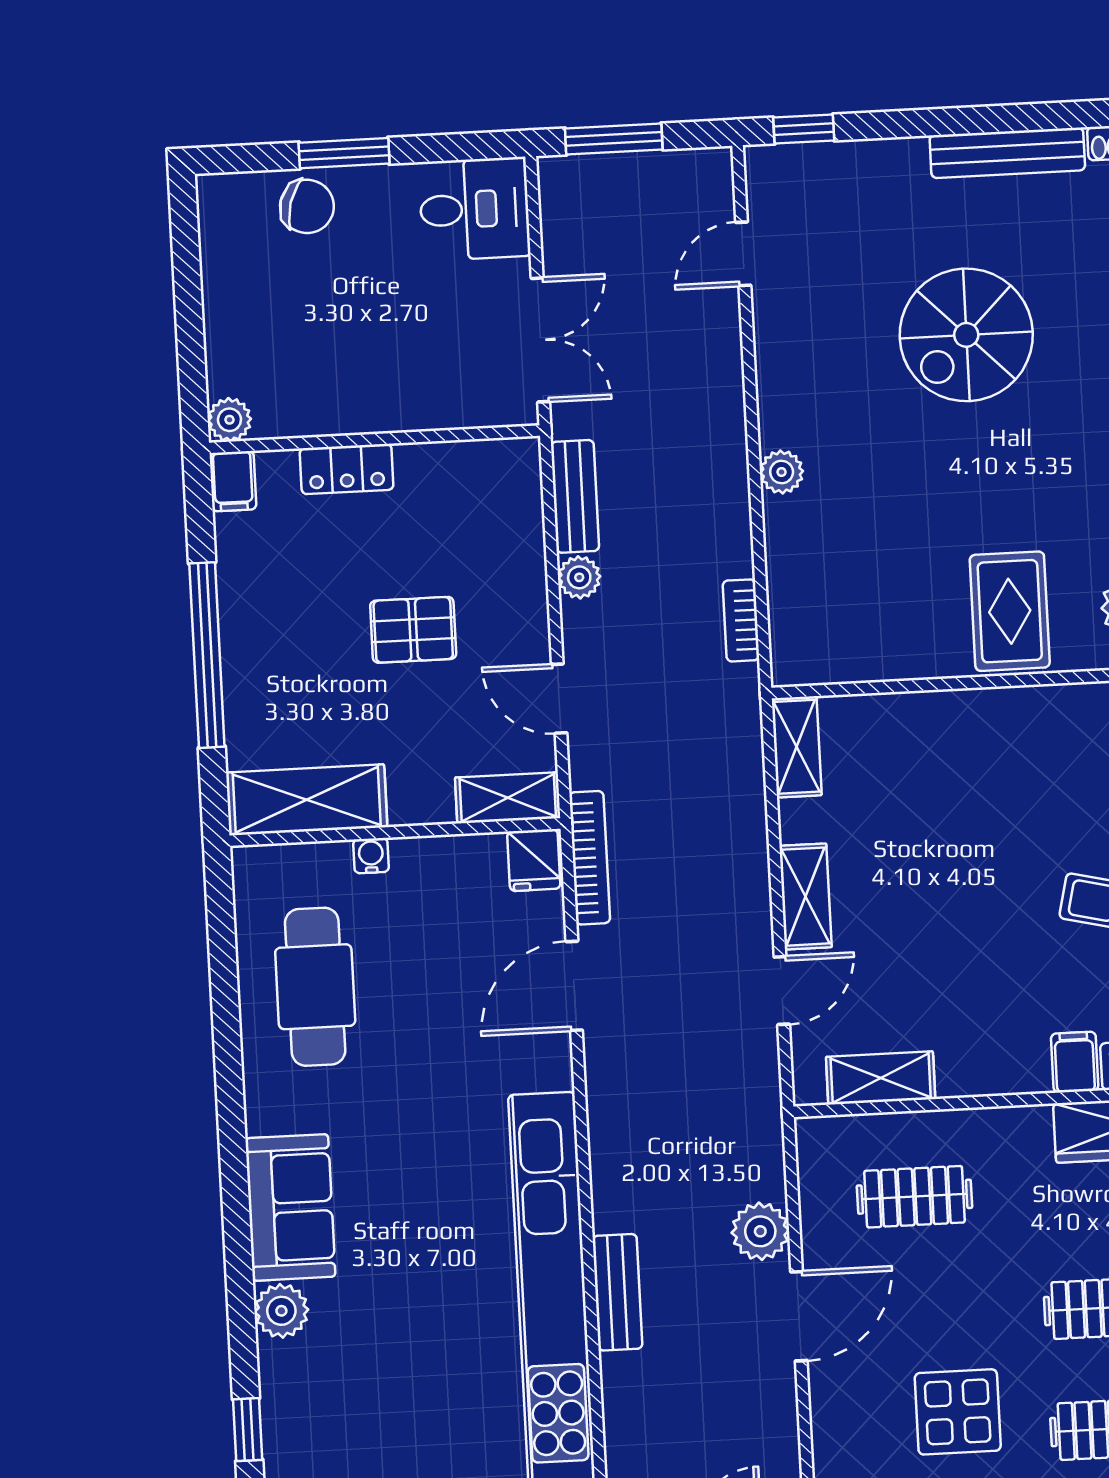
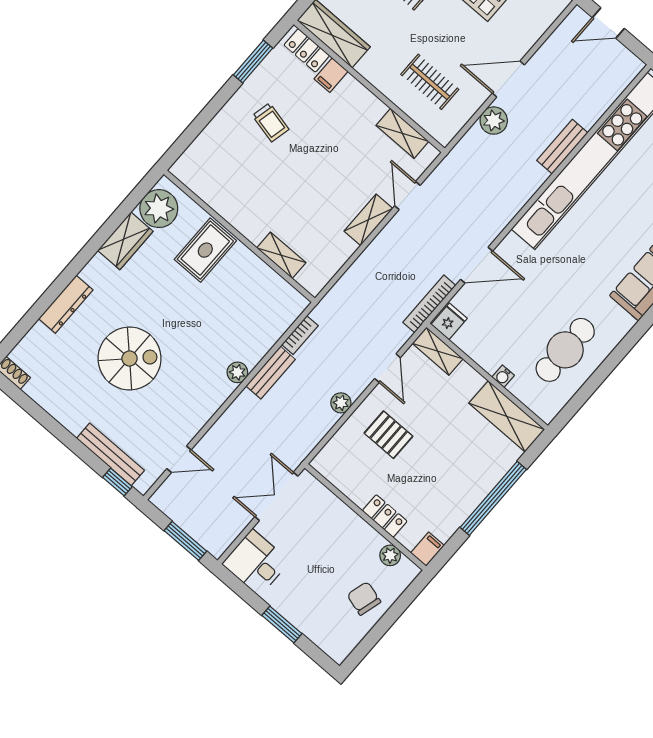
bench: (1007, 153) -> (110, 454), moved
chair: (307, 206) -> (364, 598), moved
plant: (229, 420) -> (390, 555), moved
bench: (575, 496) -> (271, 373), moved
pallet: (413, 630) -> (389, 435), moved
shelving: (797, 747) -> (281, 255), moved, turned 90
door: (782, 991) -> (407, 196), hinge flipped

